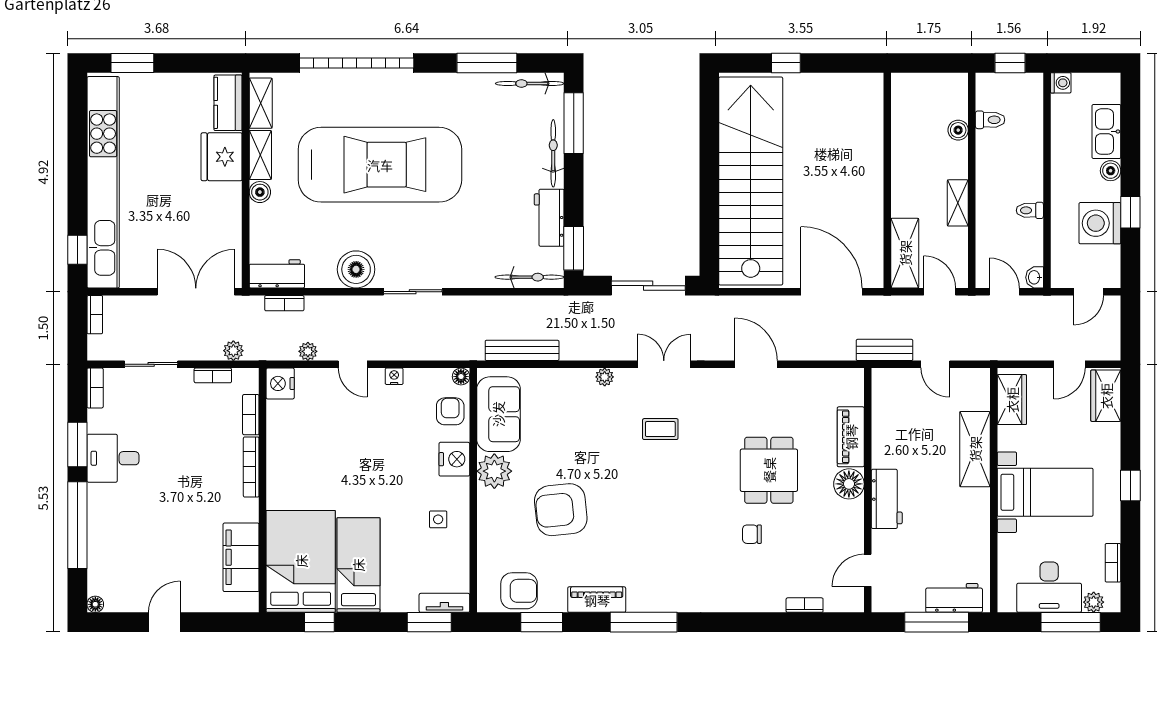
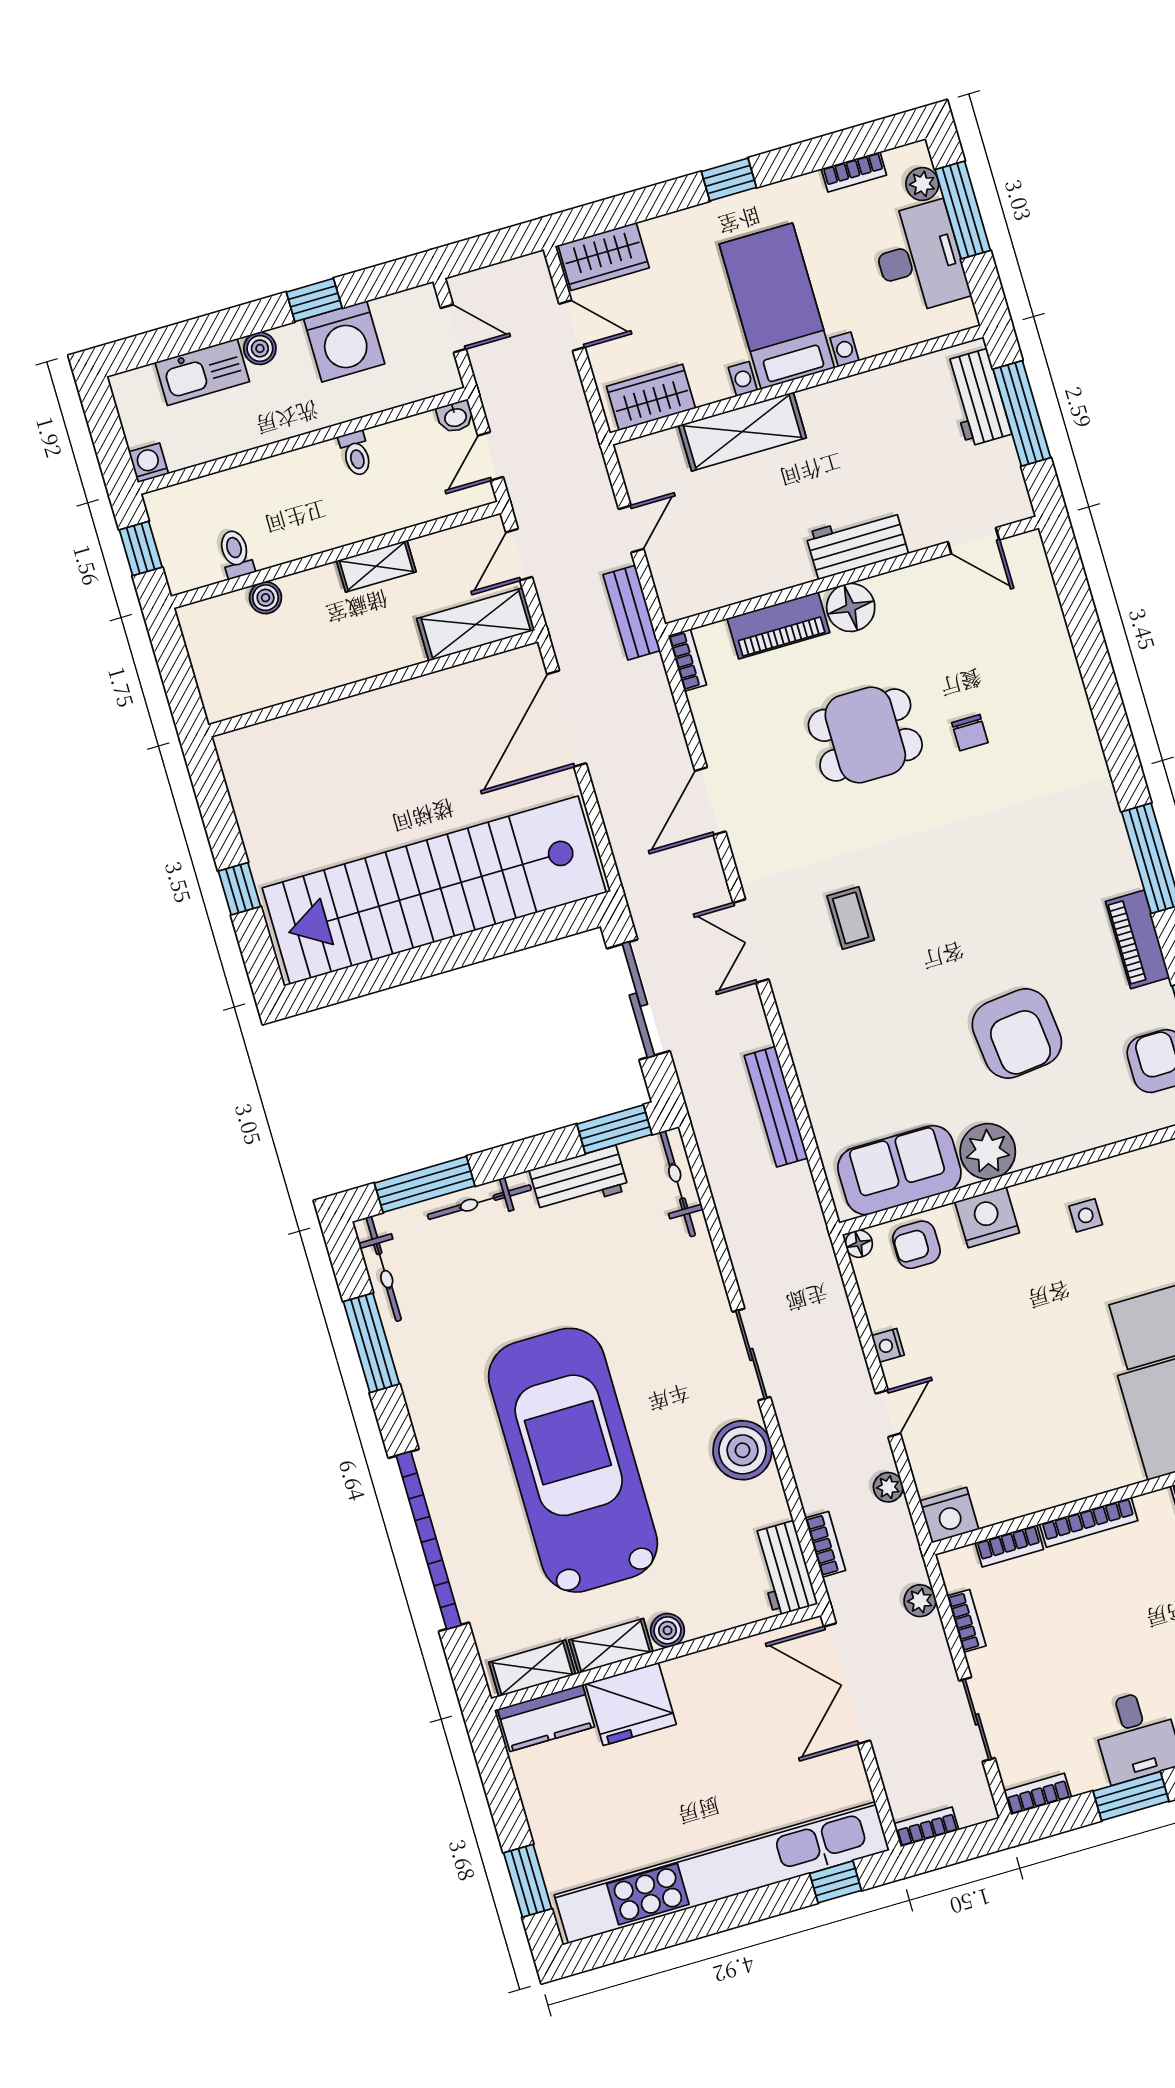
bench: (522, 350) -> (776, 1107), moved
plant: (605, 377) -> (796, 1026), removed
bookcase: (805, 605) -> (687, 660), moved, turned 180

